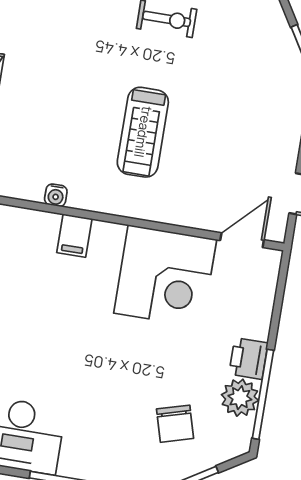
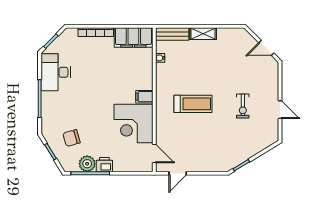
treadmill: (143, 132) -> (193, 104), turned 180
water cooler: (56, 195) -> (160, 58), moved
filing cabinet: (74, 236) -> (144, 97), moved

